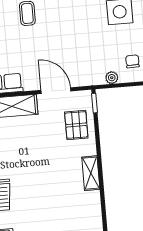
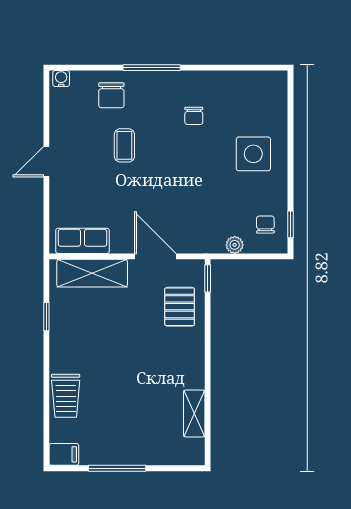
shelving: (91, 173) -> (194, 413), moved

